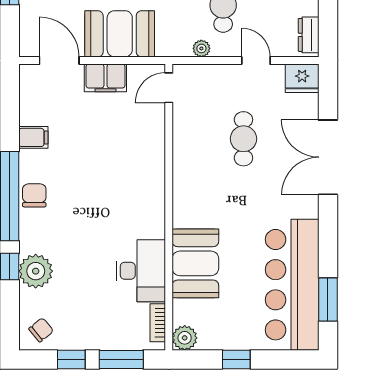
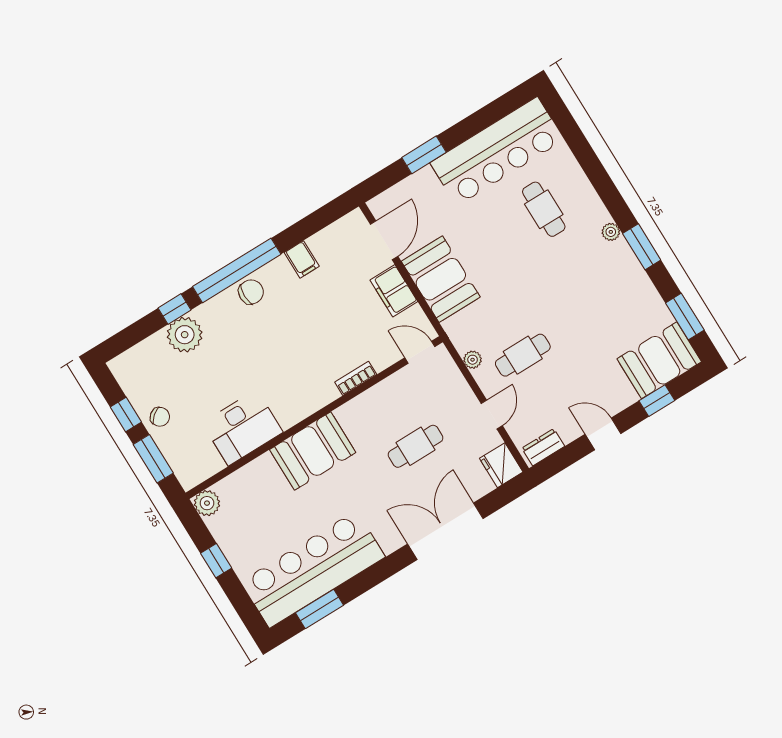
booth: (195, 263) -> (313, 451), moved
bookcase: (158, 323) -> (356, 378), moved
chair: (41, 330) -> (160, 417), moved

